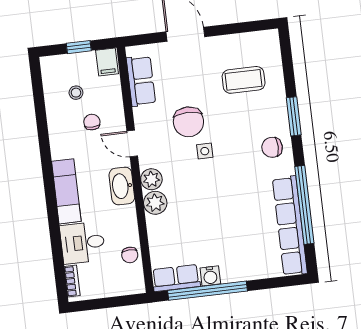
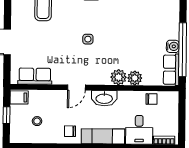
chair: (92, 122) -> (70, 131), moved
chair: (188, 122) -> (67, 48), removed
plant: (151, 179) -> (135, 78), moved

